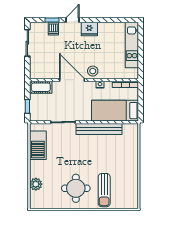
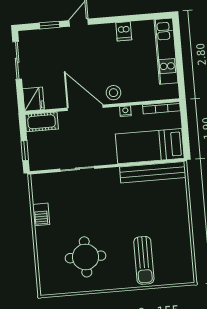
dishwasher: (53, 29) -> (124, 31), moved
fridge: (89, 29) -> (33, 99), moved, turned -90
bench: (99, 129) -> (153, 172), moved
barbecue: (38, 145) -> (41, 214), width x0.53, depth x0.65
plant: (36, 184) -> (46, 260), removed
round table: (76, 188) -> (86, 257), moved

